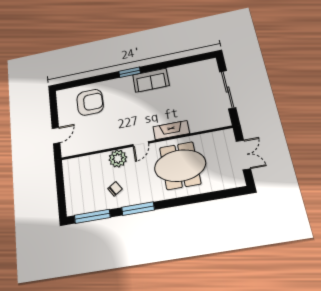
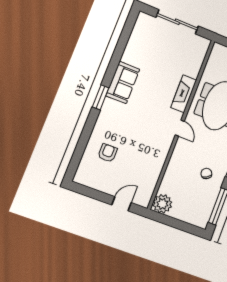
armchair: (90, 102) -> (108, 153), width x0.53, depth x0.53
door: (56, 136) -> (121, 204), hinge flipped
plant: (118, 158) -> (162, 204), moved

